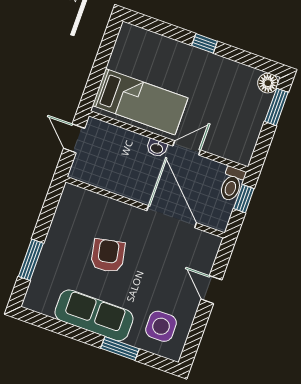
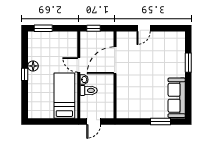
floor lamp: (268, 83) -> (33, 66), moved
toilet: (232, 184) -> (89, 90), moved
armchair: (108, 256) -> (145, 85), removed
sofa: (94, 315) -> (177, 98), moved
side table: (161, 326) -> (170, 46), removed

